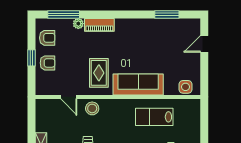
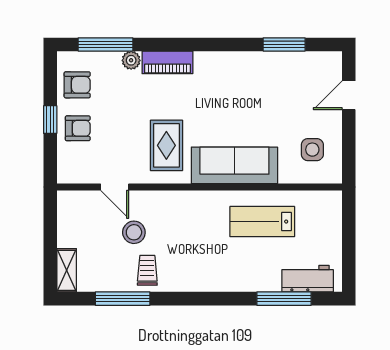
side table: (185, 87) -> (312, 150), moved
stool: (92, 108) -> (134, 232), moved

